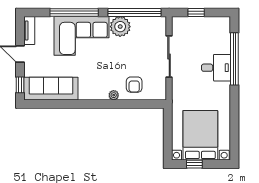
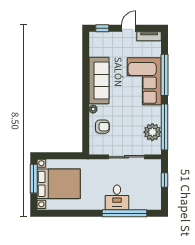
plant: (120, 27) -> (152, 132), moved
armchair: (134, 85) -> (102, 127), turned 180
sofa: (51, 89) -> (99, 81), moved
window: (194, 164) -> (34, 179), width x2.17

